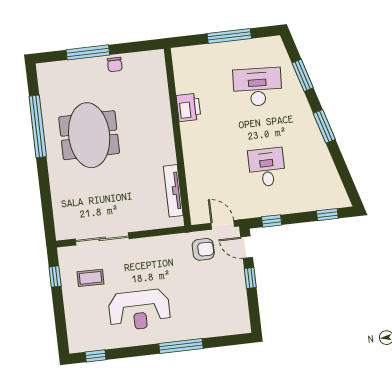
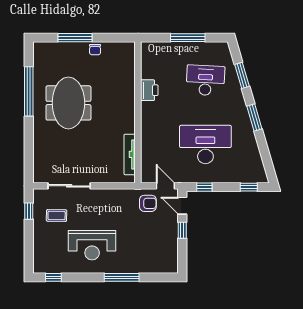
desk: (267, 167) -> (205, 145), width x1.87, depth x1.30

